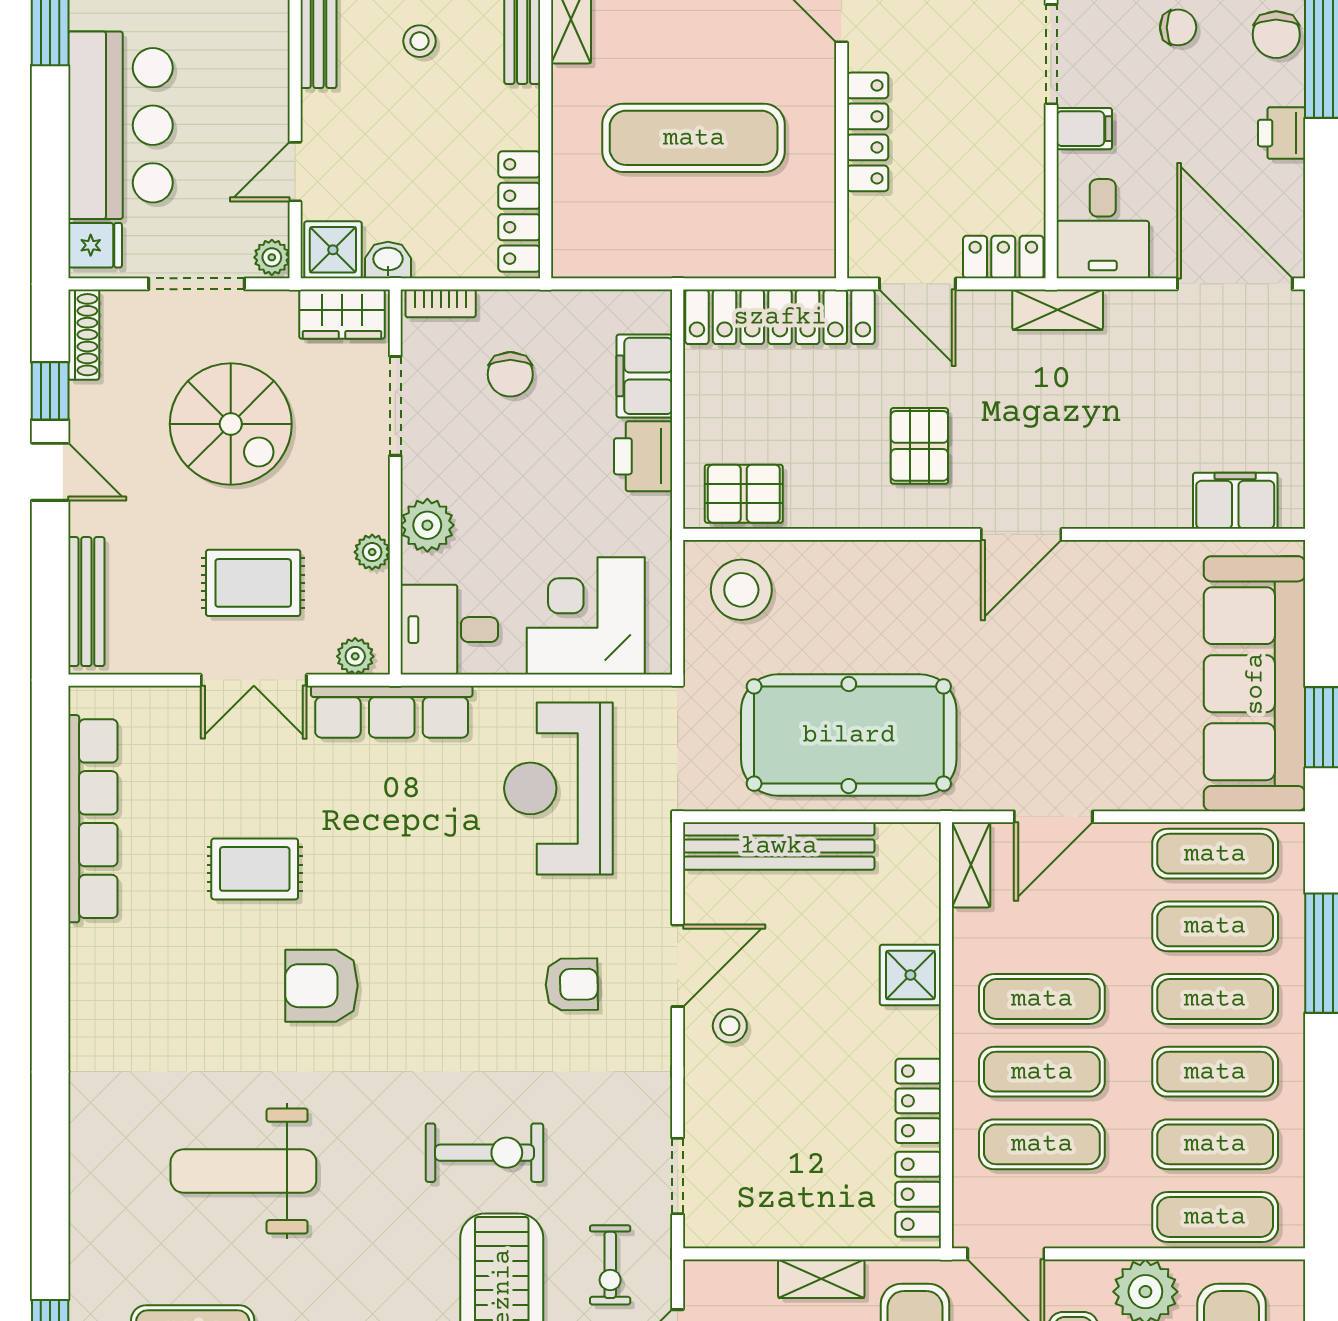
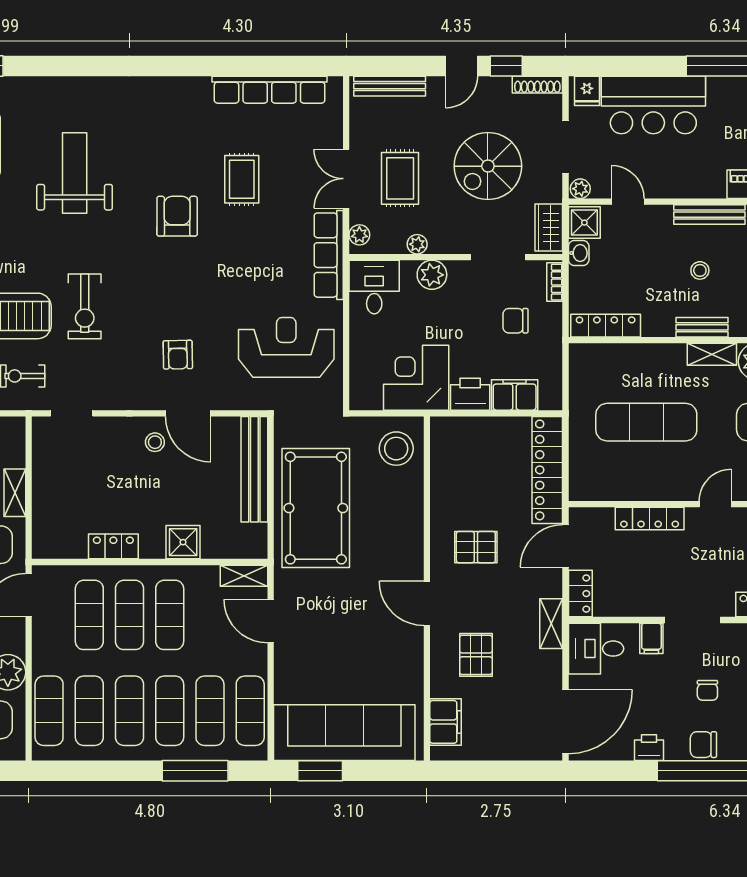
exercise mat: (694, 138) -> (646, 422), turned 90
pallet: (744, 494) -> (476, 655), moved
corner desk: (586, 616) -> (416, 378), moved, turned -90
locker: (918, 1194) -> (62, 546), removed

